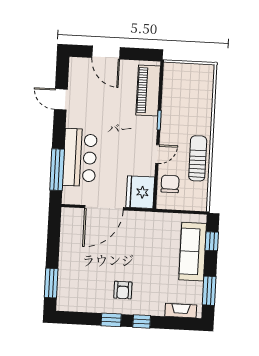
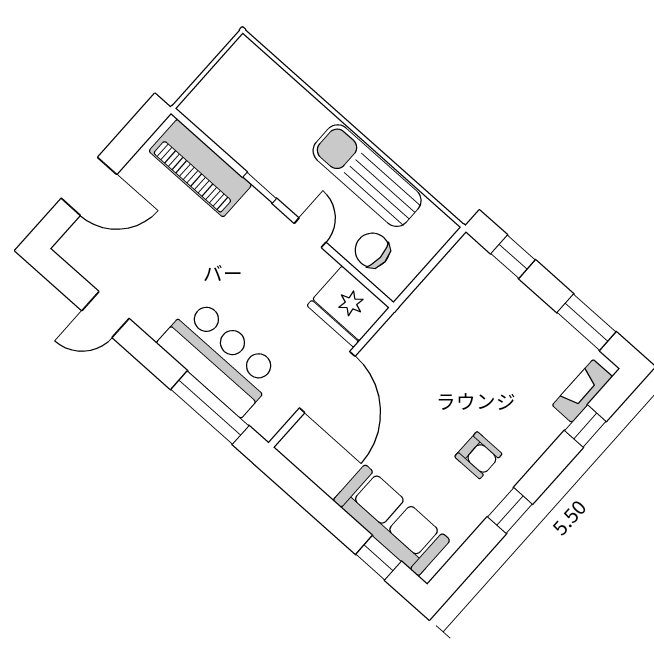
sun lounger: (198, 158) -> (367, 176), width x1.36, depth x1.34
sofa: (193, 252) -> (392, 520), moved, turned 180
window: (51, 283) -> (378, 558), width x0.67
window: (142, 321) -> (585, 426), moved

